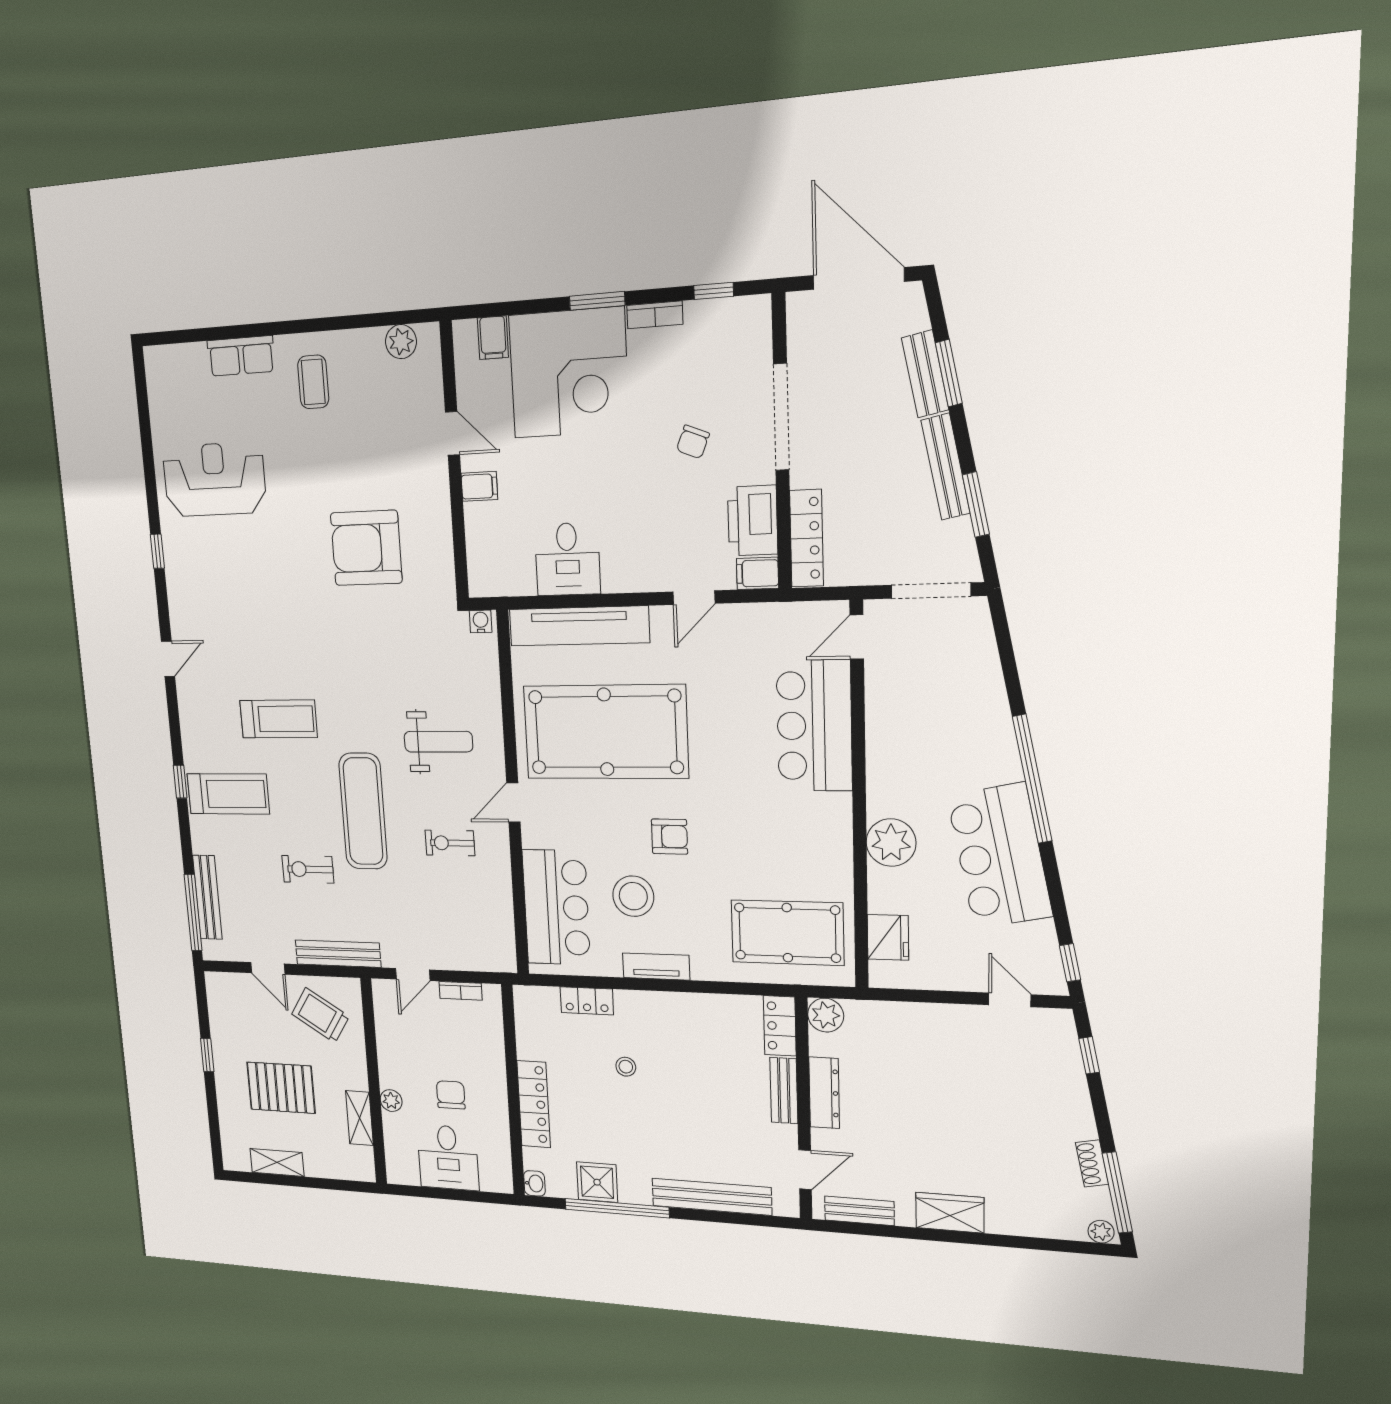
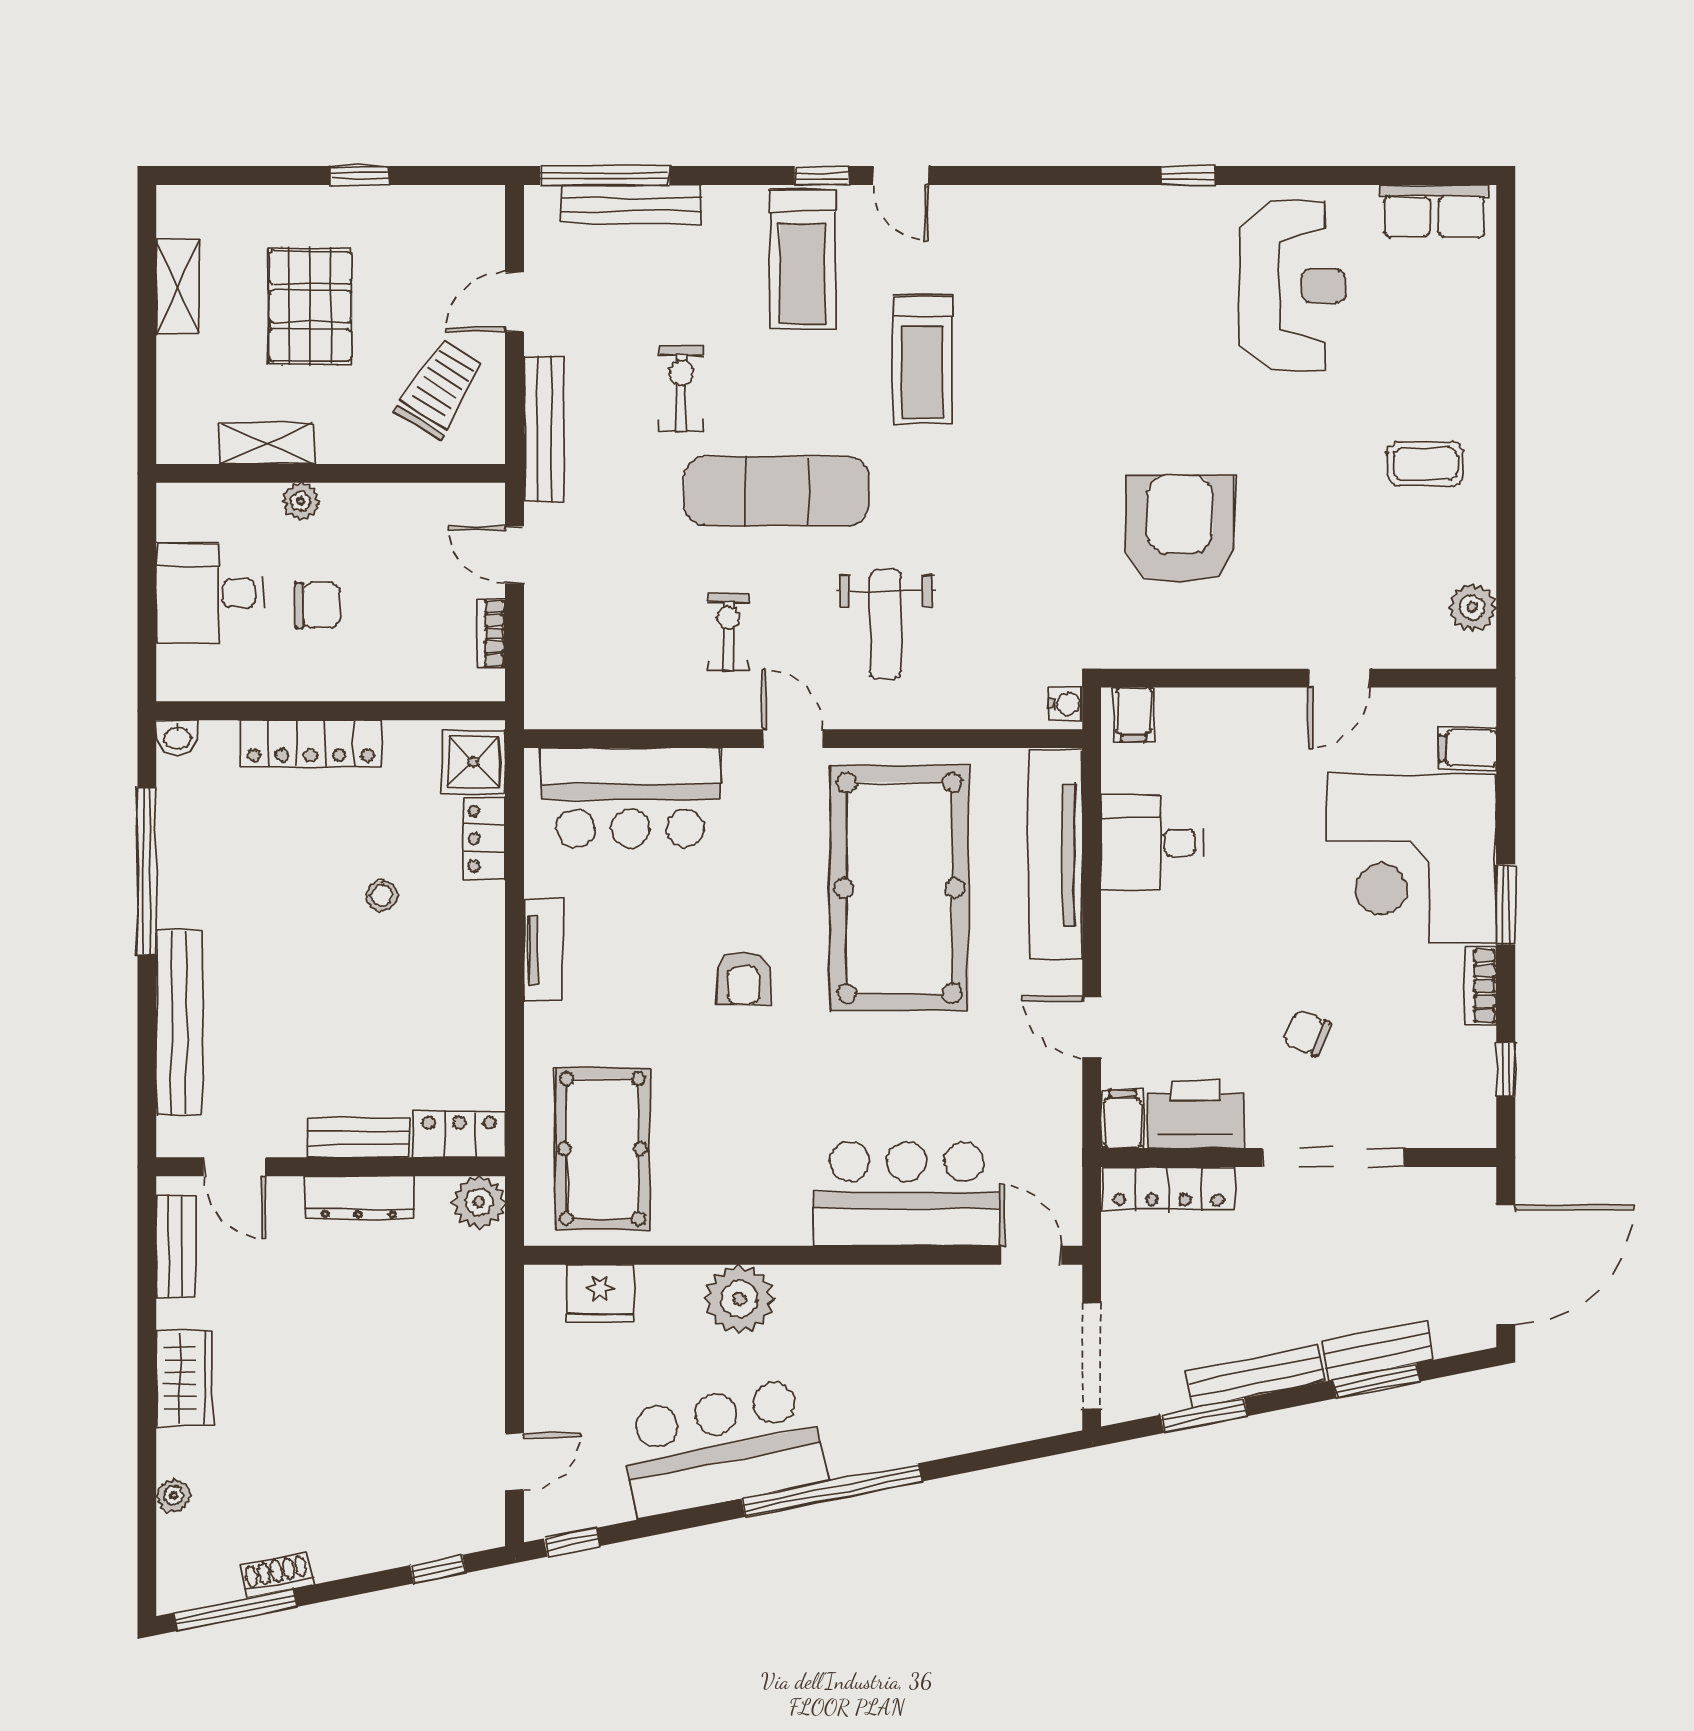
row of seats: (241, 356) -> (1434, 211), moved, turned -90
filing cabinet: (479, 486) -> (1134, 714), moved
door: (168, 659) -> (901, 175), moved
stool: (633, 896) -> (651, 919), removed
shower: (597, 1182) -> (473, 762), moved
plant: (1101, 1232) -> (174, 1496), moved

